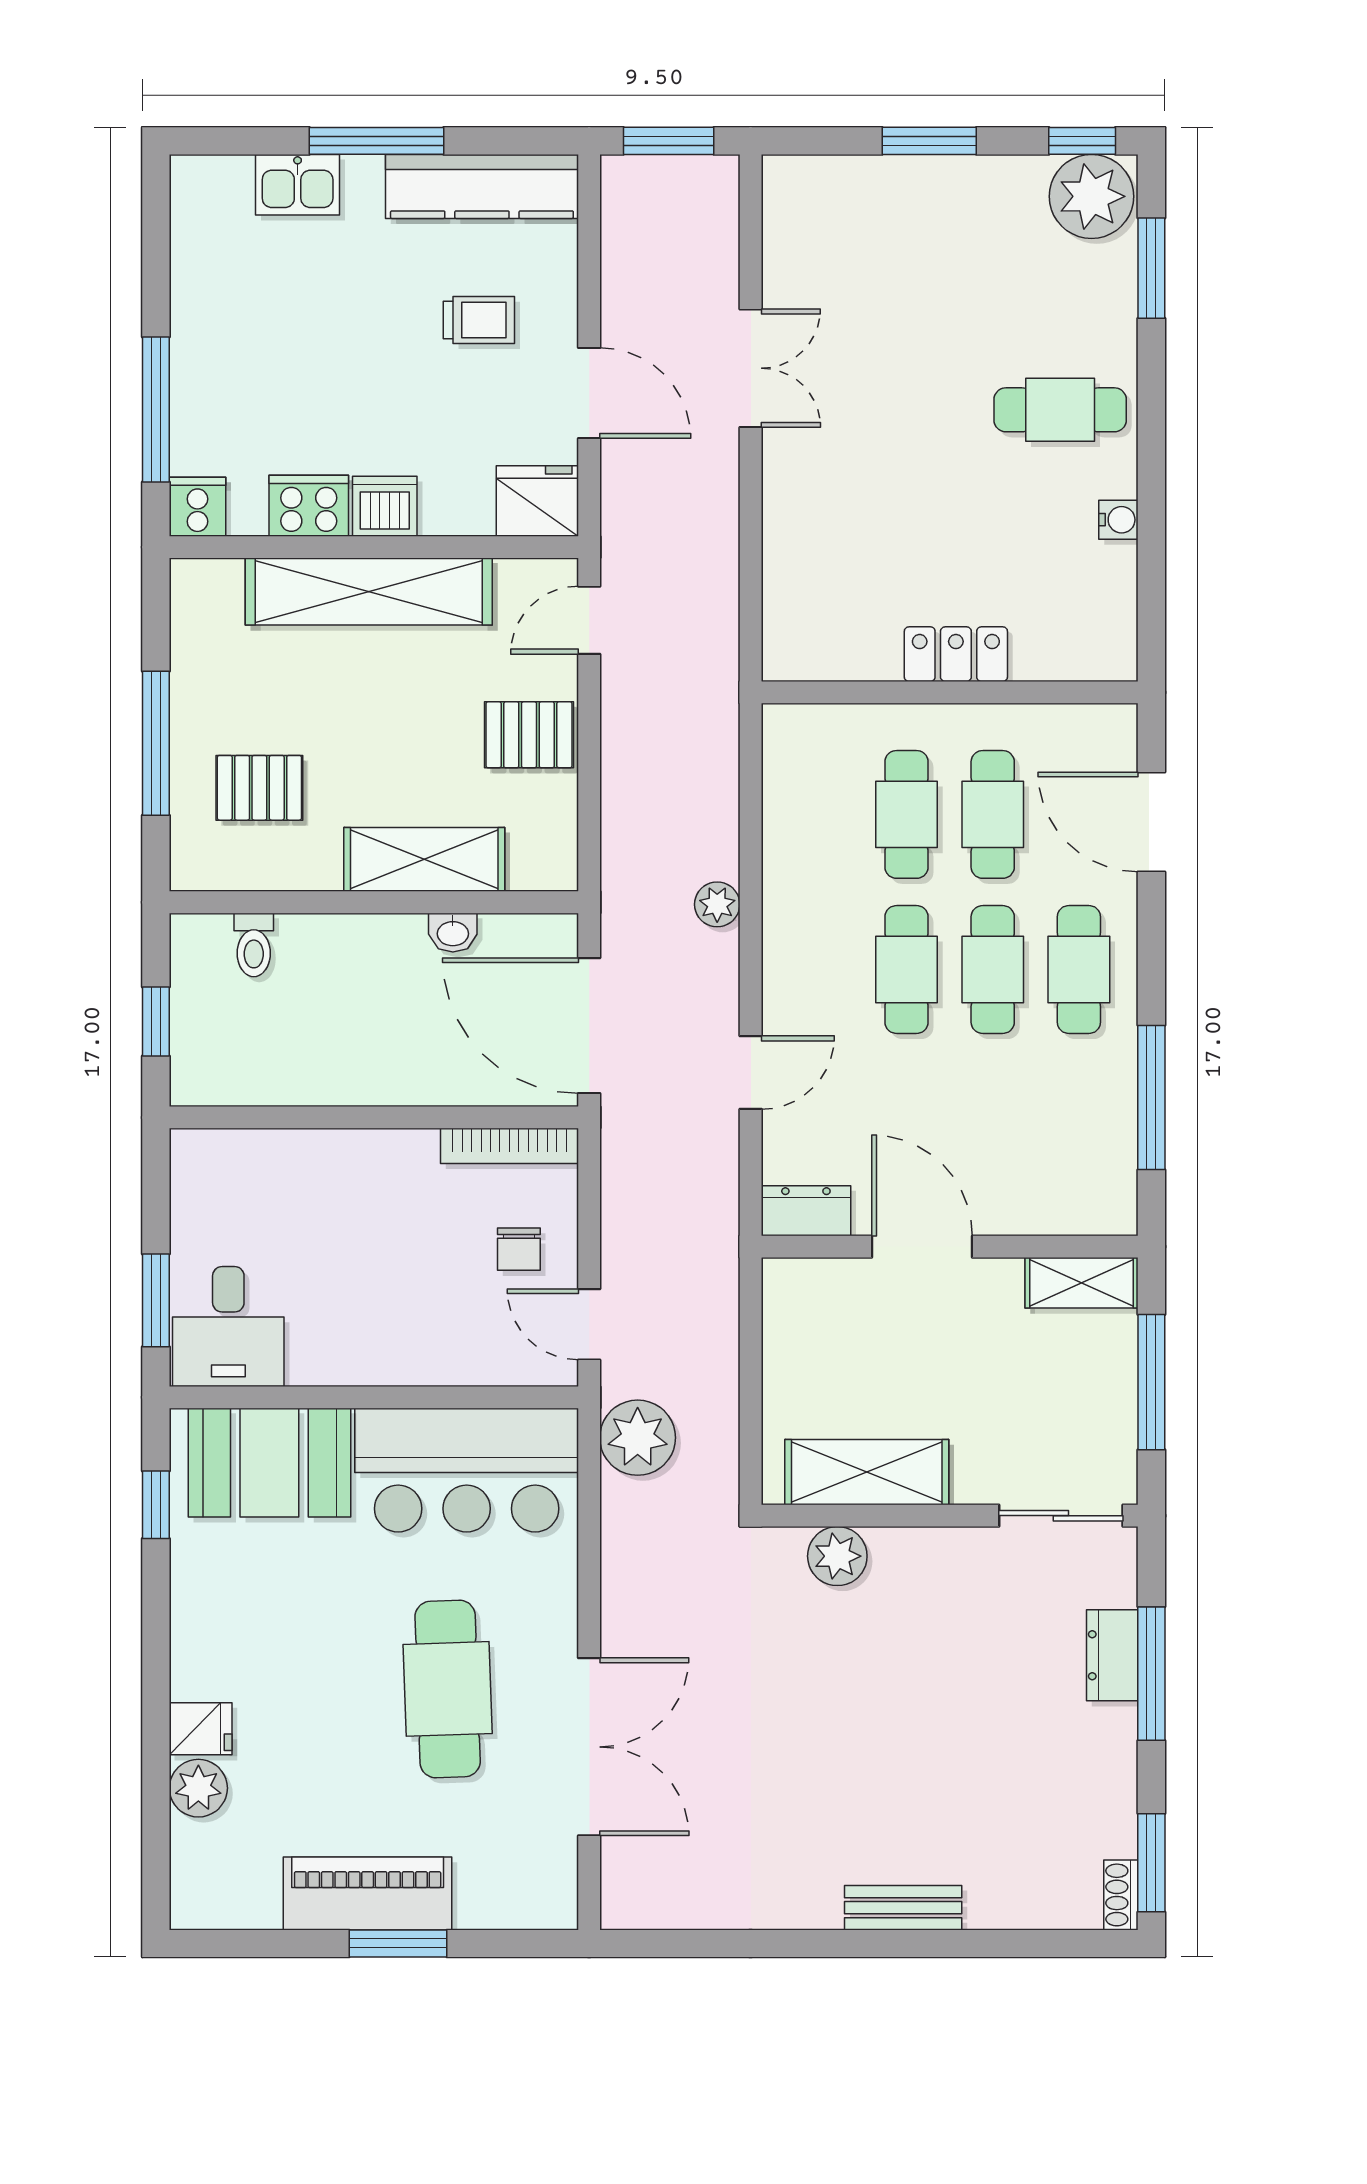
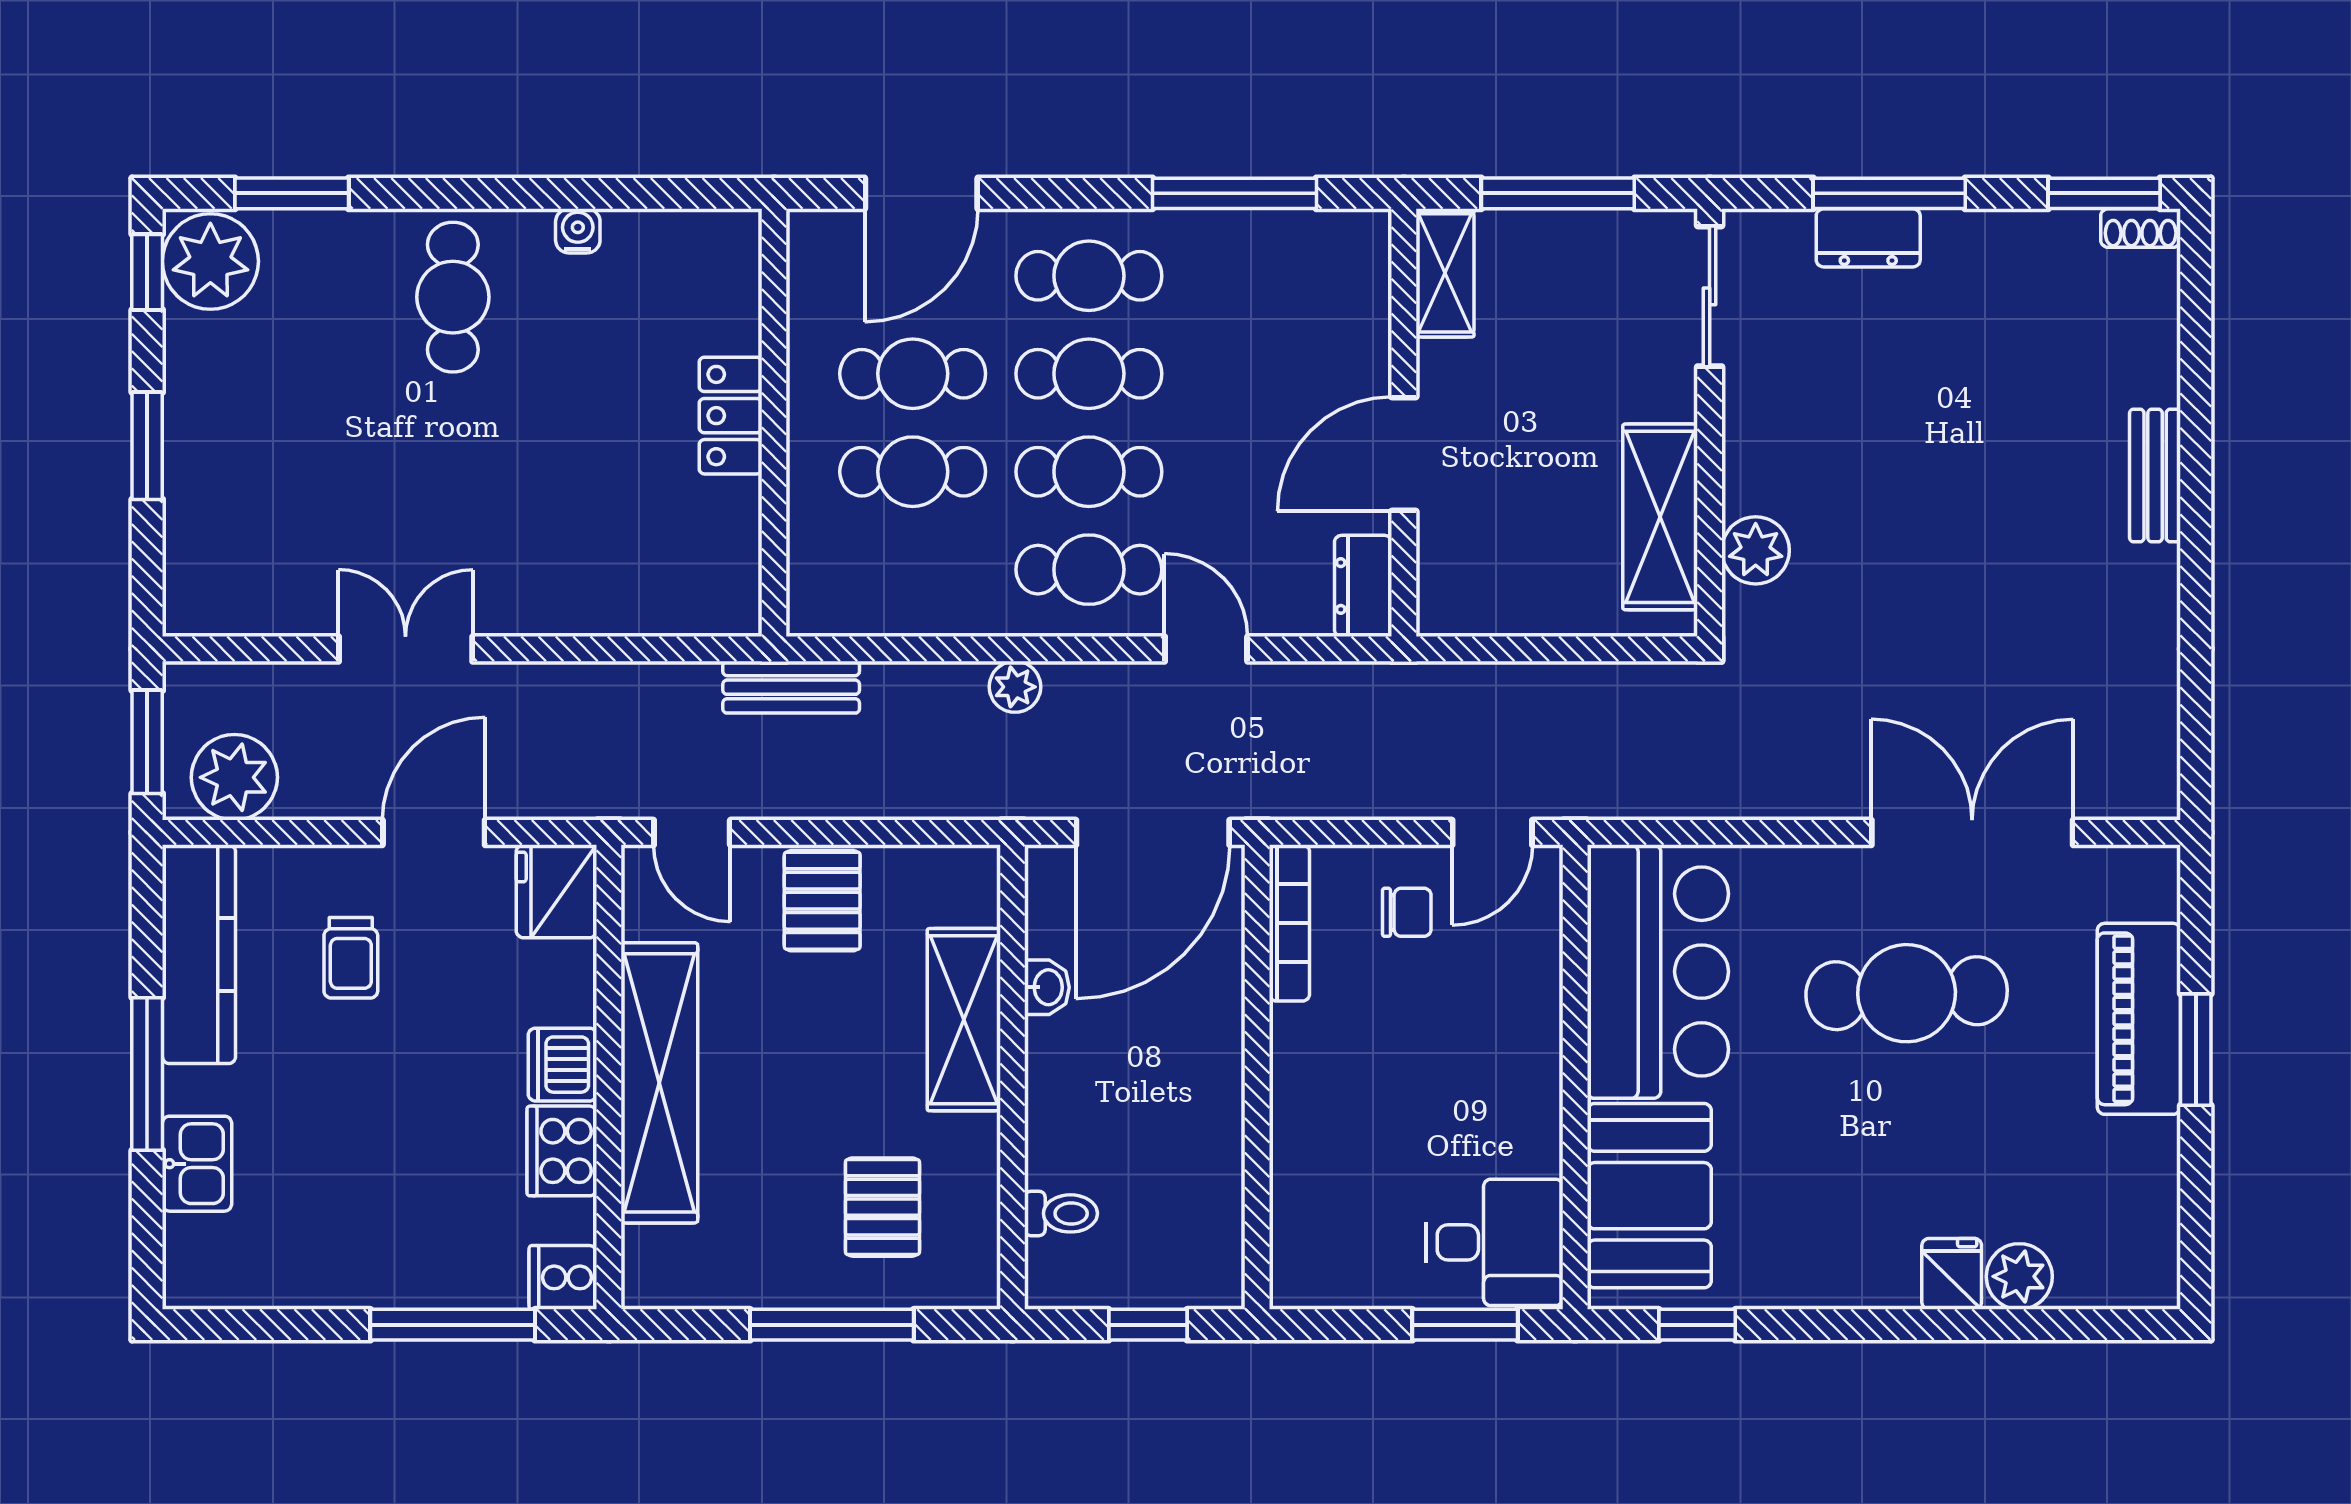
trolley: (479, 320) -> (351, 958), turned 180
bench: (717, 707) -> (791, 687), added
cafe table: (820, 970) -> (1089, 570), added
plant: (638, 1438) -> (234, 777), moved
piano: (368, 1893) -> (2139, 1019), moved

